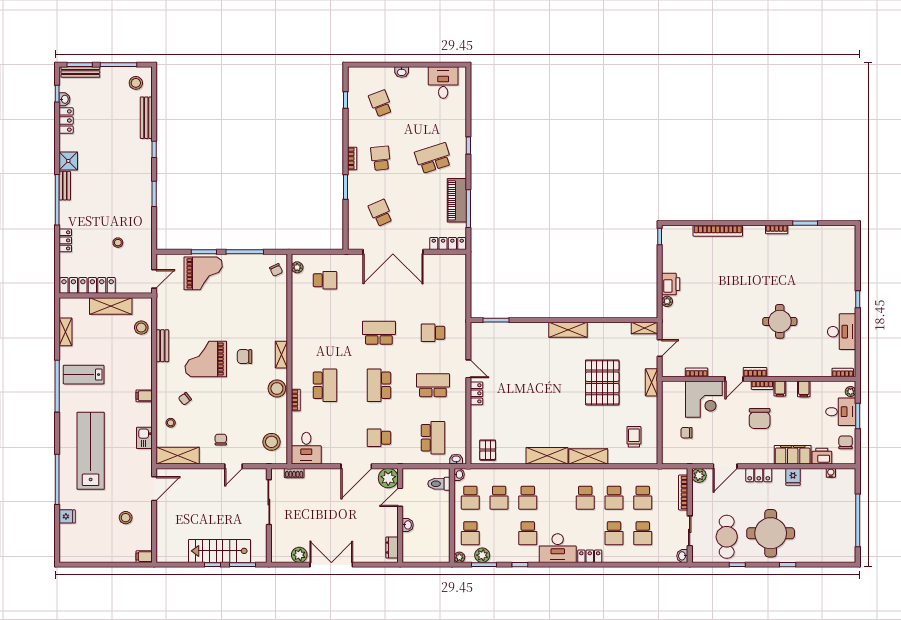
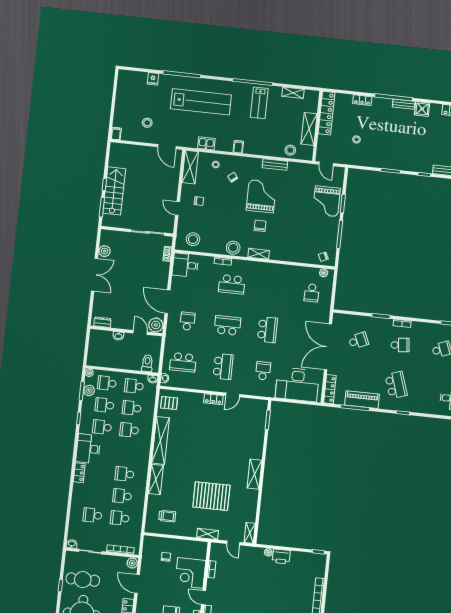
desk: (446, 286) -> (297, 384), added
lab bench: (84, 375) -> (259, 103), turned 180
shelving: (547, 456) -> (161, 440), width x1.47
school desk: (614, 533) -> (105, 405), moved

